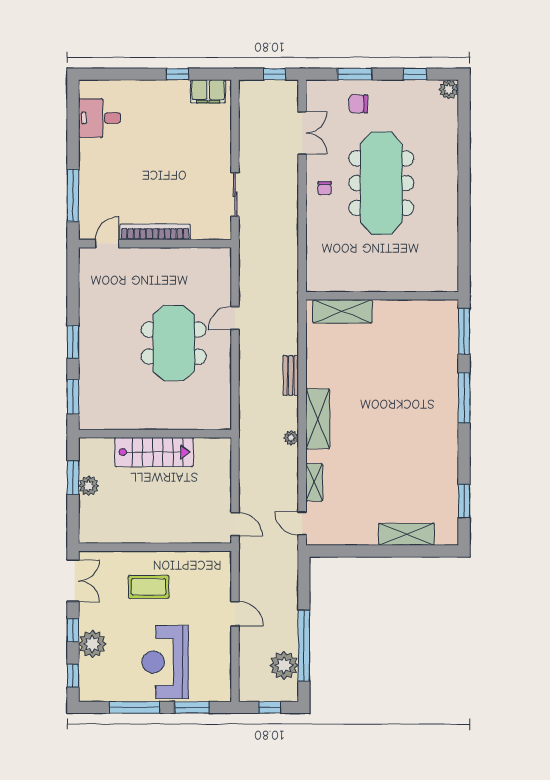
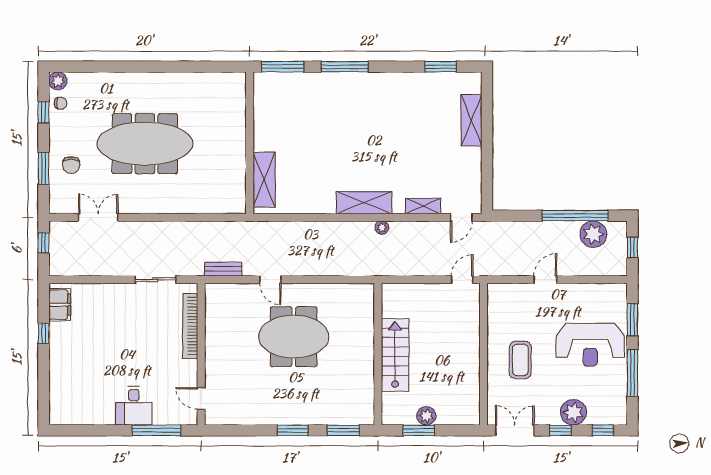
desk: (99, 118) -> (134, 406), moved
chair: (325, 188) -> (61, 103), moved
bookcase: (155, 232) -> (190, 326), moved
bench: (291, 375) -> (223, 269), moved

